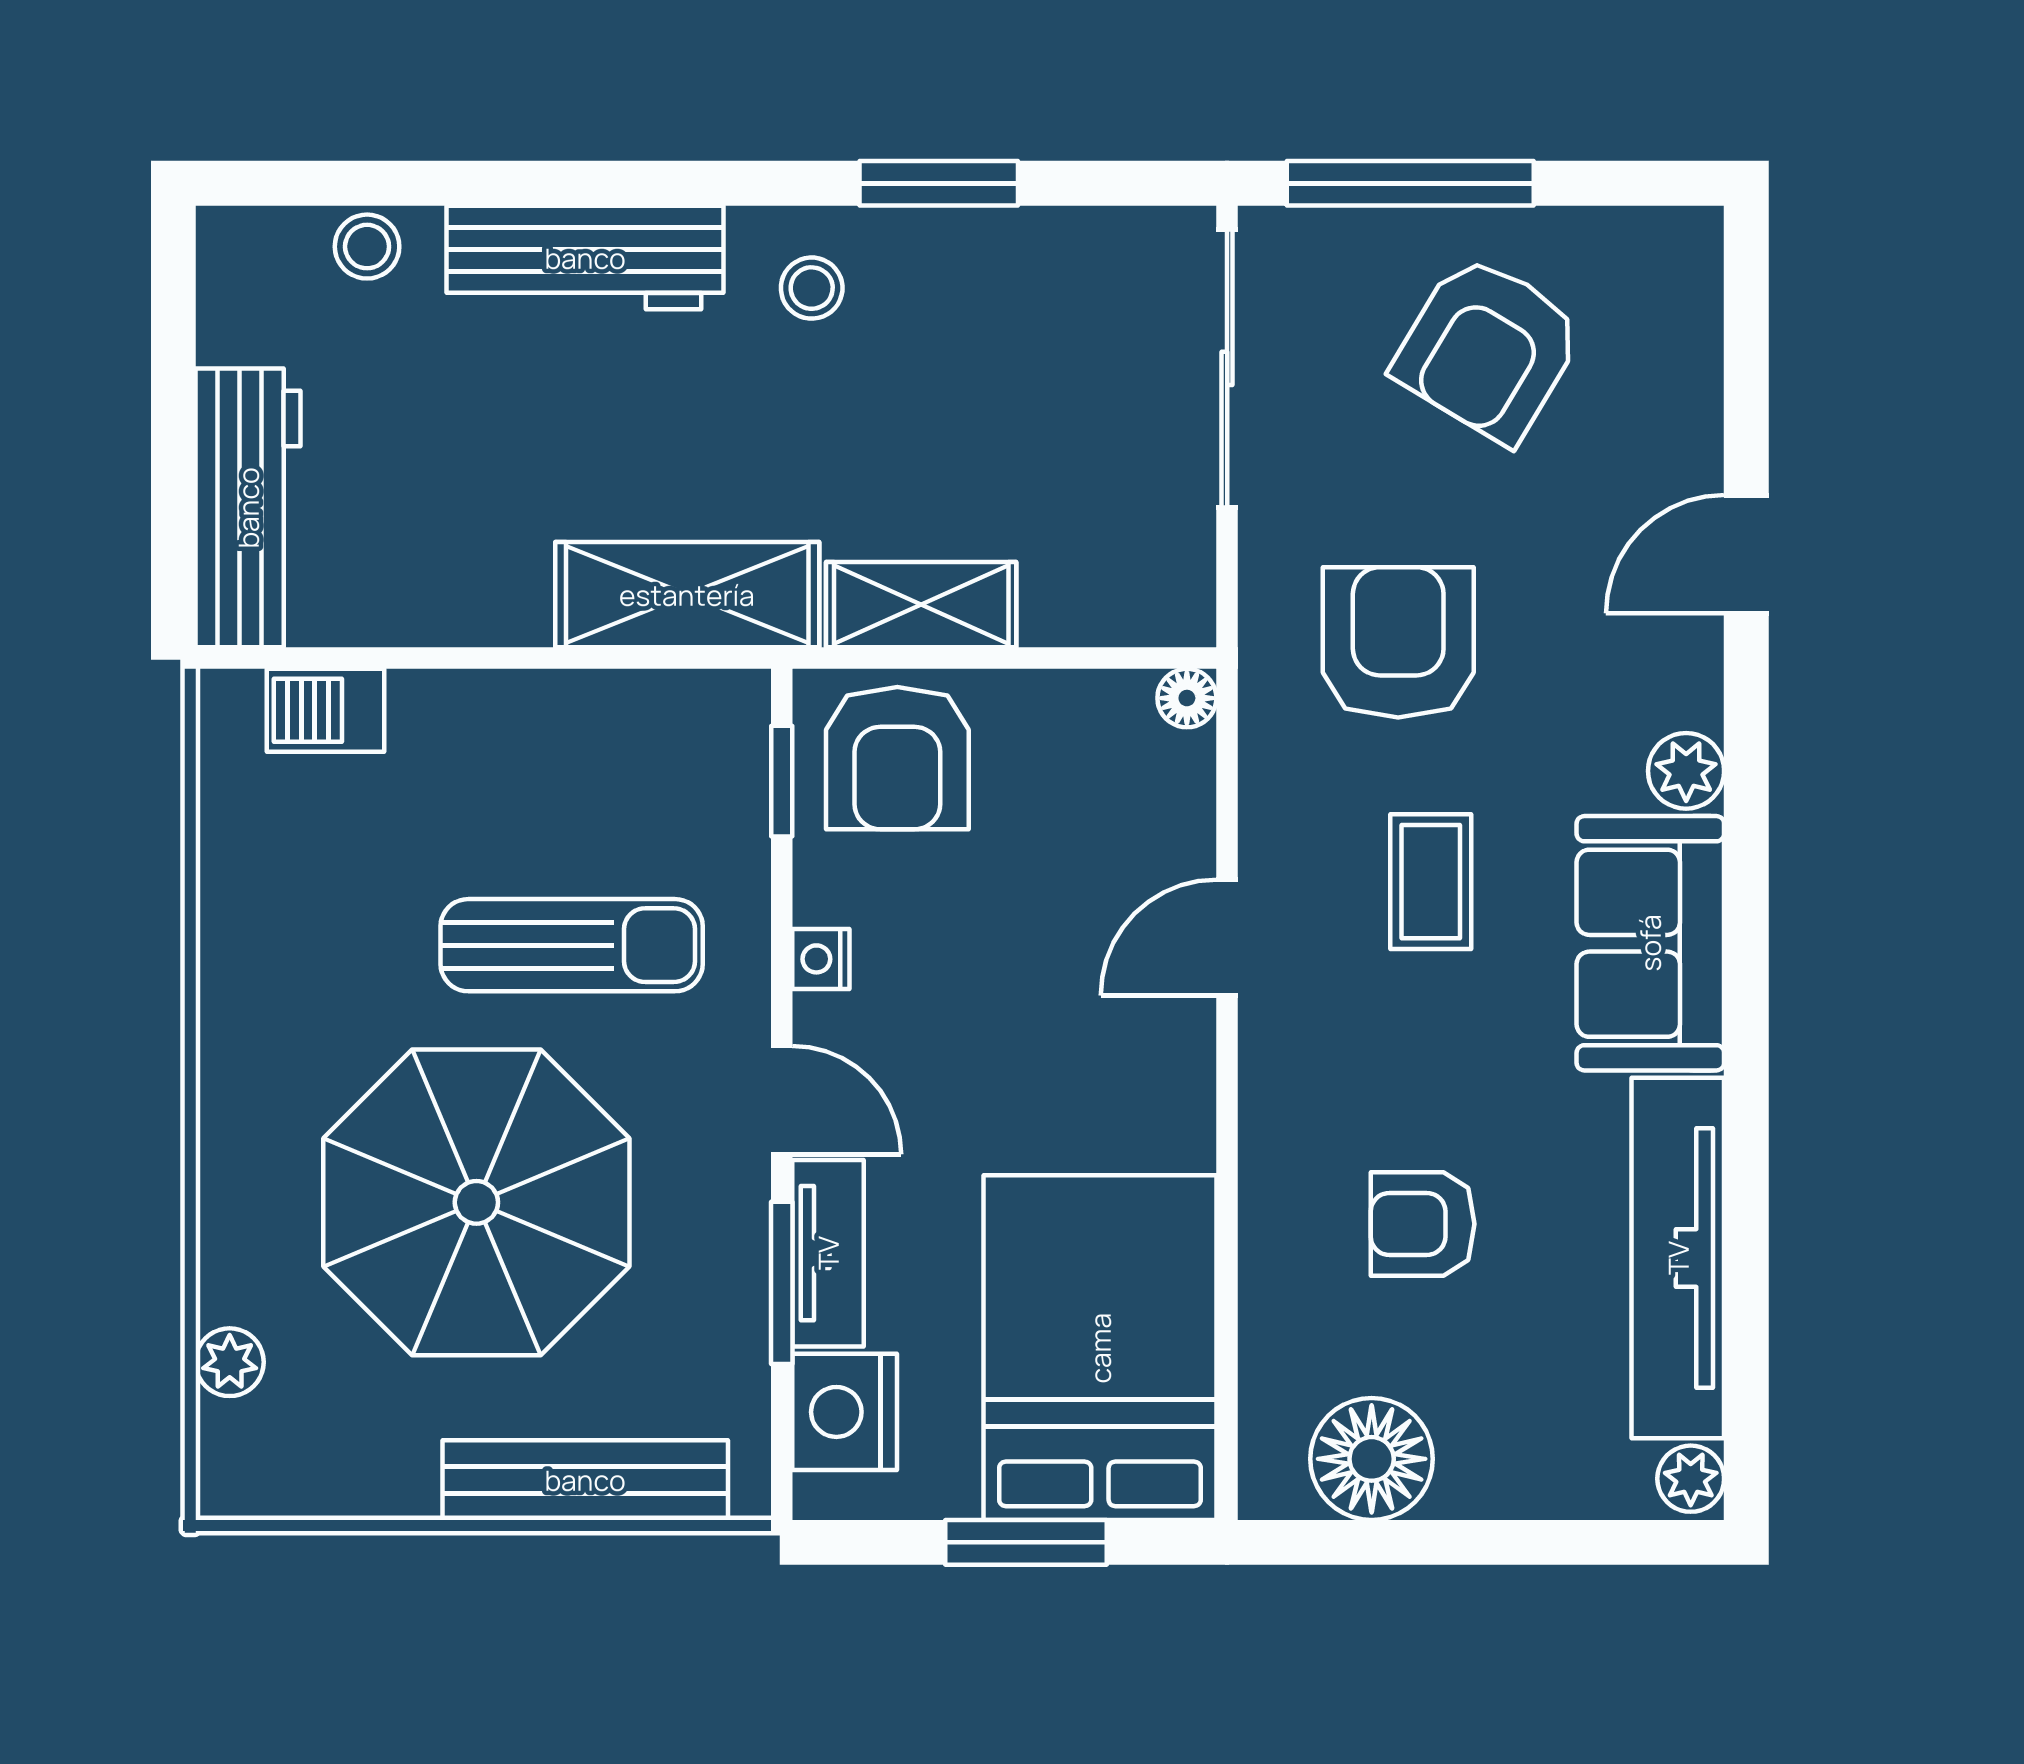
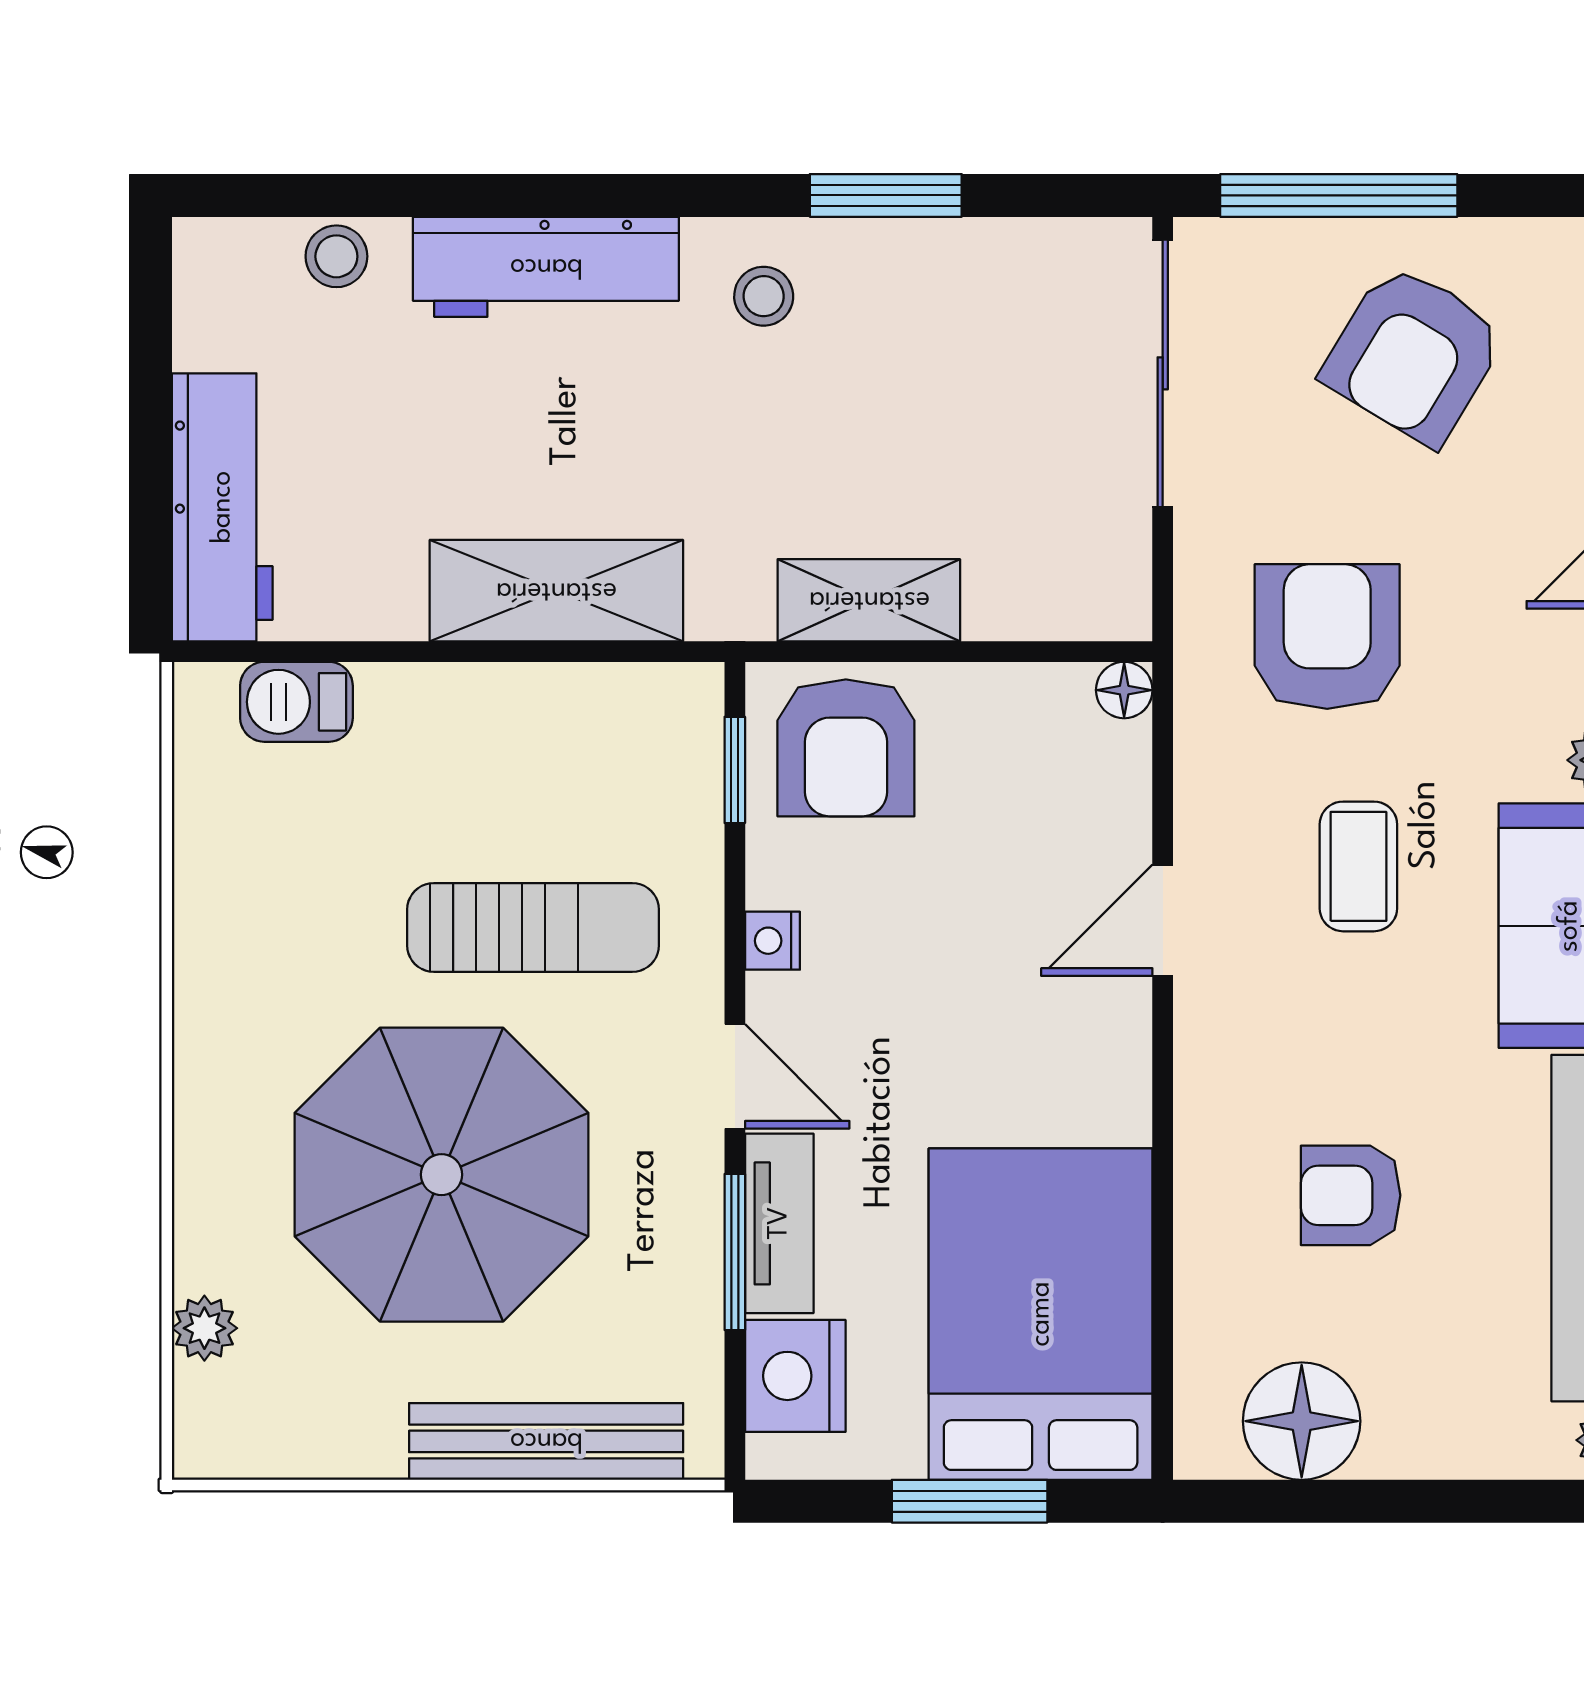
shelving: (687, 595) -> (556, 591), moved

